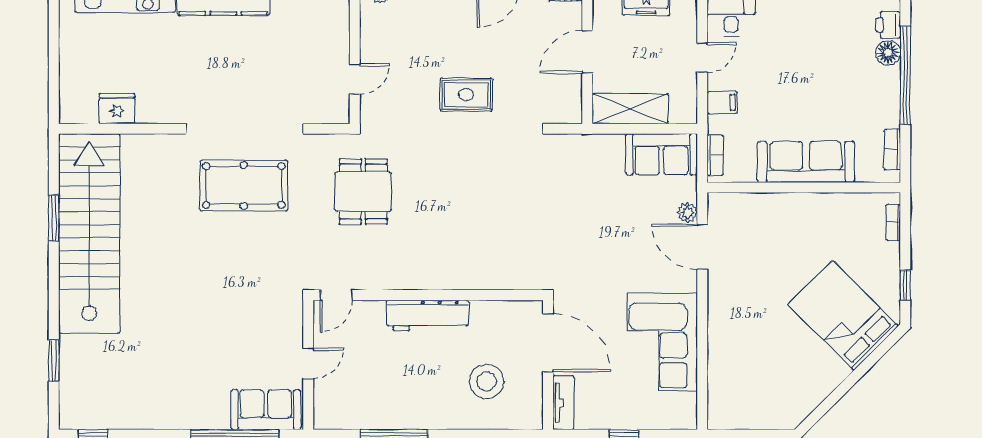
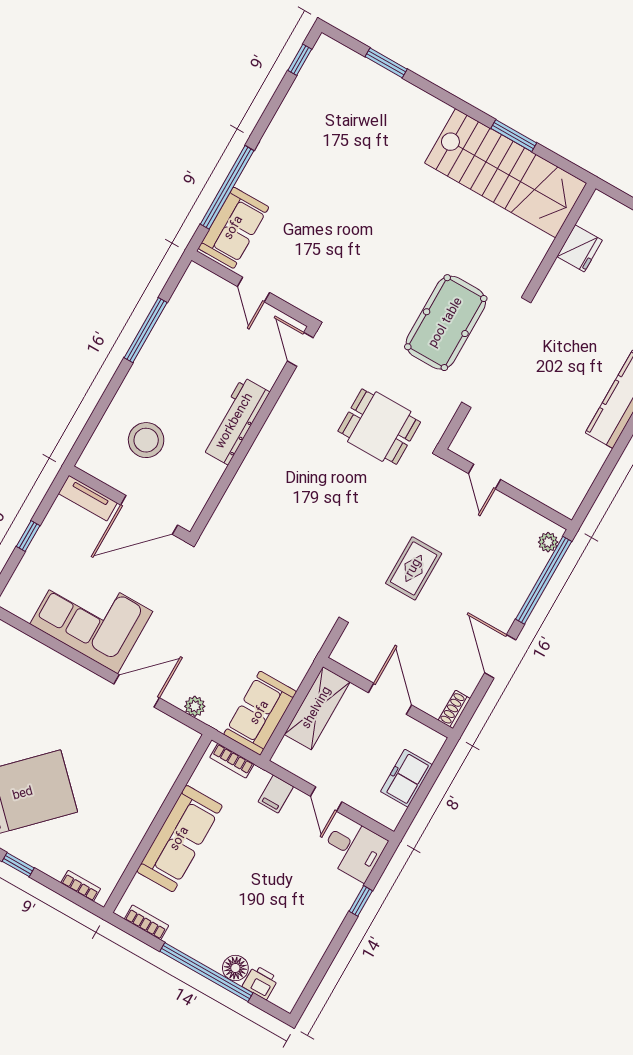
stairs: (89, 234) -> (506, 173), width x0.73
door: (702, 247) -> (137, 691), moved

